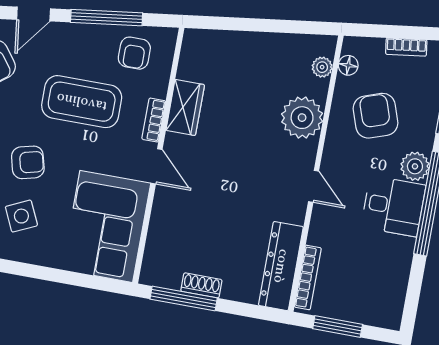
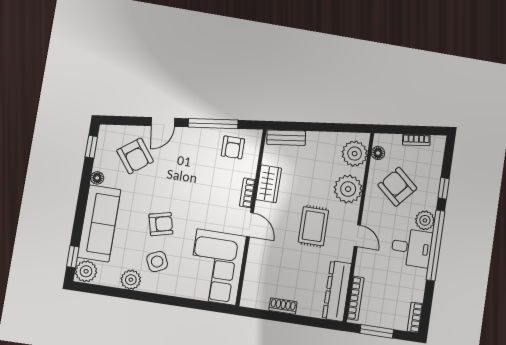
bench: (213, 40) -> (286, 138), added
plant: (322, 67) -> (355, 154), width x1.88, depth x1.88
coffee table: (82, 102) -> (197, 181), removed
armchair: (375, 116) -> (397, 187), turned -30
rug: (249, 171) -> (313, 226), added
window: (184, 299) -> (271, 316), removed
bookcase: (395, 308) -> (415, 317), added

